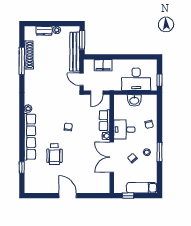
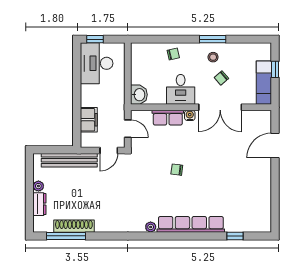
window: (82, 40) -> (52, 150), removed
window: (22, 61) -> (66, 236), moved
desk: (136, 79) -> (97, 63), moved, turned 180
window: (159, 80) -> (95, 39), moved
washbasin: (134, 100) -> (139, 95), moved
wheelchair: (54, 154) -> (216, 189), removed
exam couch: (142, 188) -> (264, 83), moved
door: (68, 196) -> (275, 146), moved
window: (128, 196) -> (275, 69), moved

